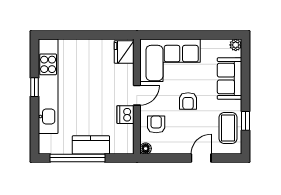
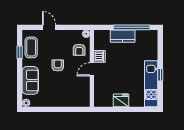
fridge: (124, 52) -> (121, 100), moved, turned -90
corner sofa: (170, 60) -> (70, 93), removed
kitchen unit: (48, 86) -> (151, 84), width x0.73
door: (201, 158) -> (49, 27), swing flipped

